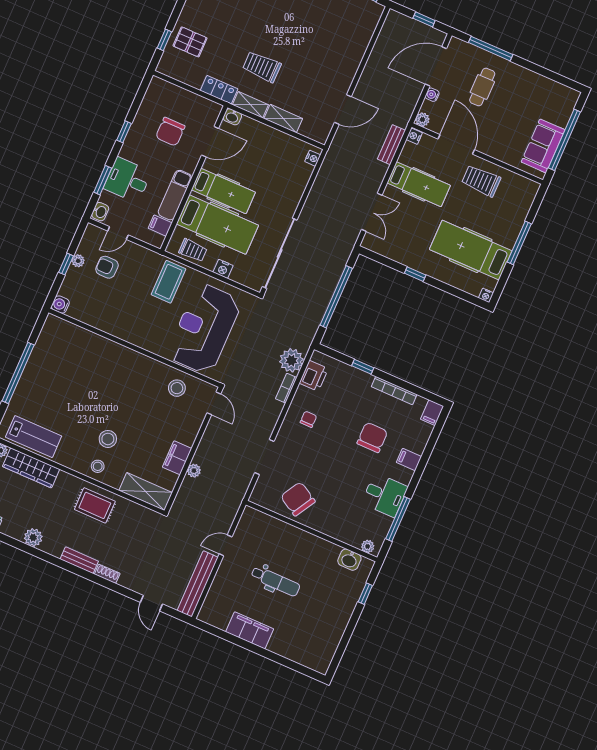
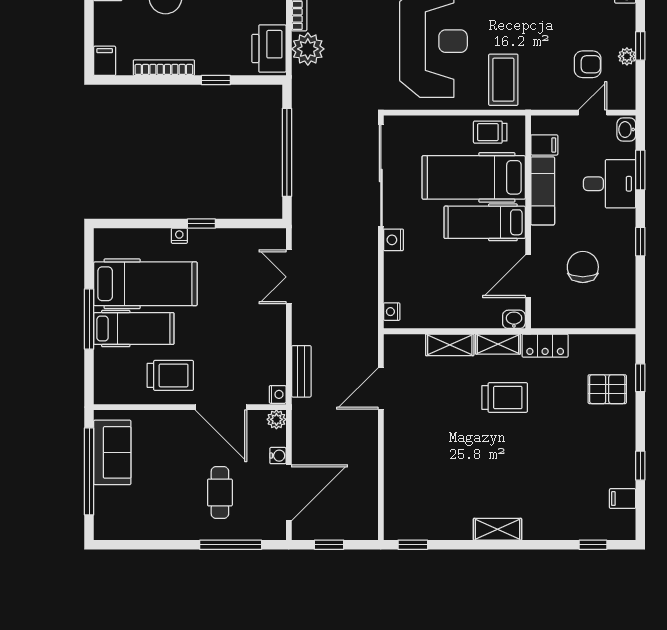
hospital bed: (419, 184) -> (134, 329), moved, turned 180
nightstand: (223, 269) -> (393, 240), moved, turned -90
nightstand: (486, 295) -> (179, 236), moved
printer: (314, 376) -> (269, 49), width x1.37, depth x1.19

